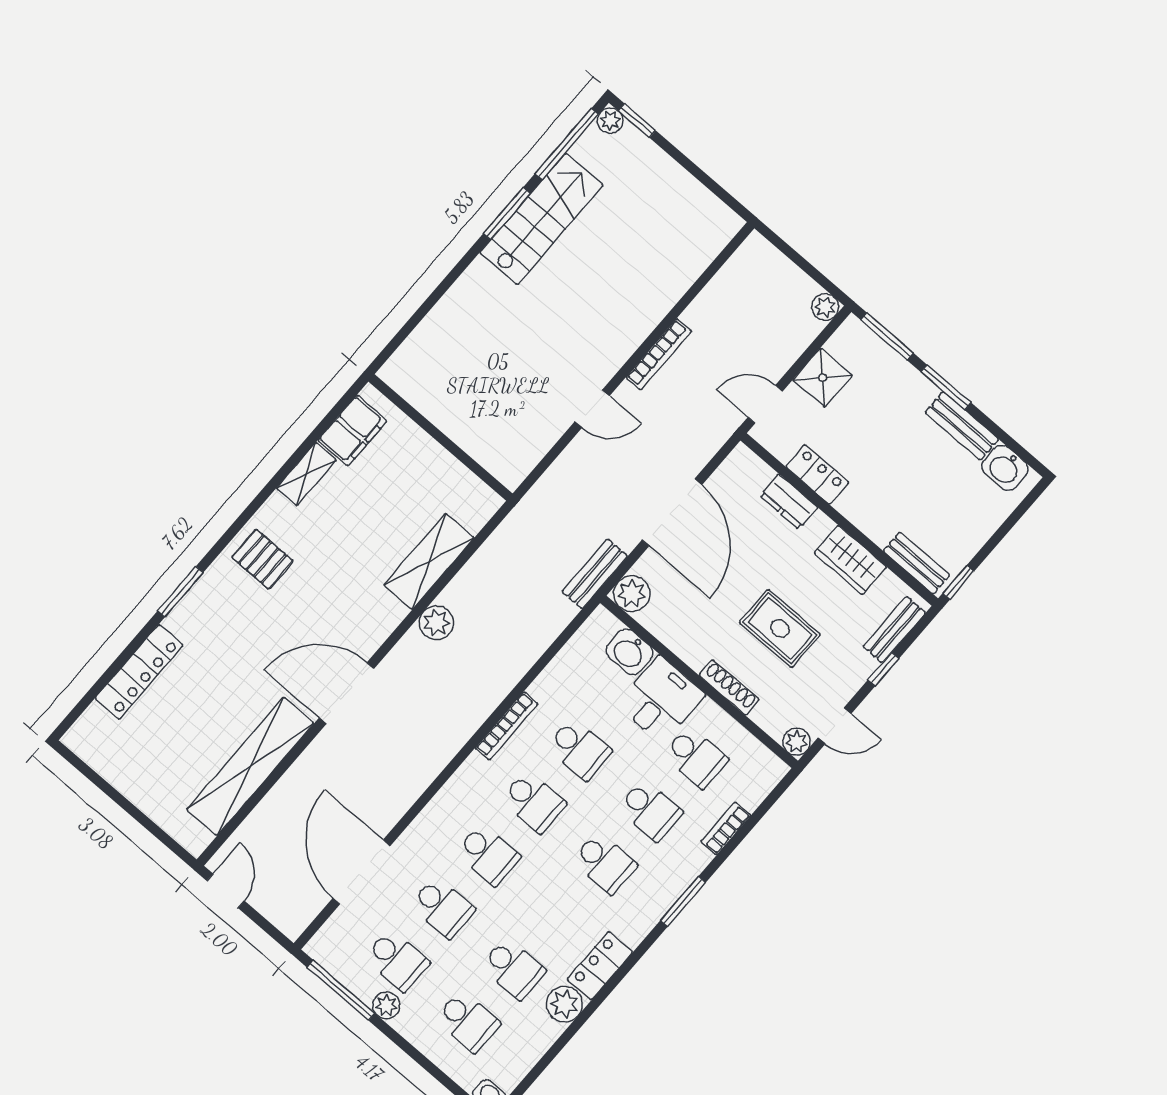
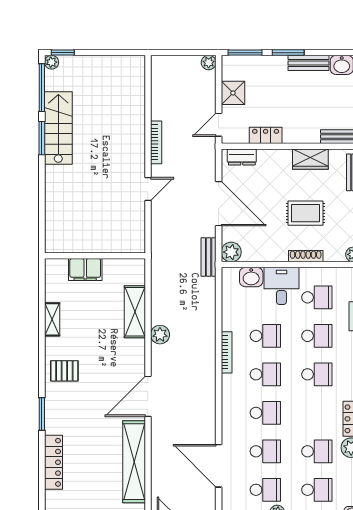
filing cabinet: (352, 431) -> (85, 269), moved, turned 90
dresser: (789, 502) -> (242, 157), moved

